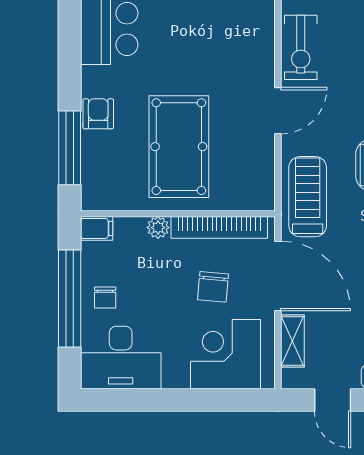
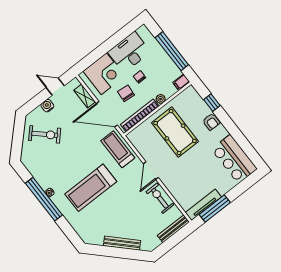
window: (70, 148) -> (212, 103), width x0.46
treadmill: (308, 197) -> (118, 149), turned 180
chair: (105, 298) -> (140, 77), moved
desk: (121, 358) -> (129, 52), moved

